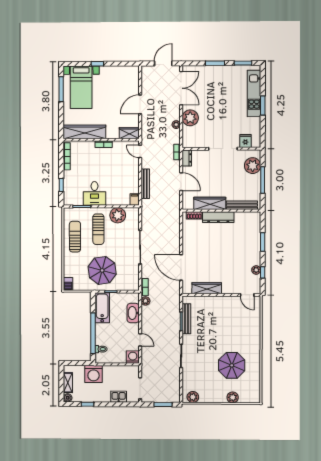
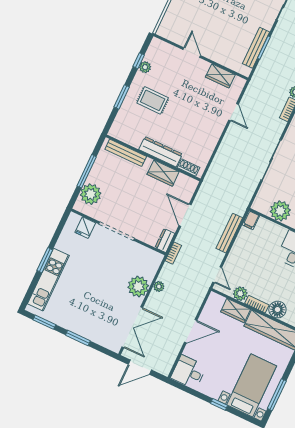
desk: (128, 76) -> (189, 372), added
double door: (181, 88) -> (132, 327), swing flipped
wardrobe: (129, 133) -> (236, 311), moved
plant: (118, 146) -> (240, 294), added
floor lamp: (88, 147) -> (277, 310), added
wardrobe: (210, 203) -> (163, 173), width x0.67
rug: (240, 250) -> (153, 100), added
door: (181, 268) -> (233, 112), width x0.53
wardrobe: (207, 288) -> (220, 76), width x0.67
door: (247, 295) -> (192, 53), moved

